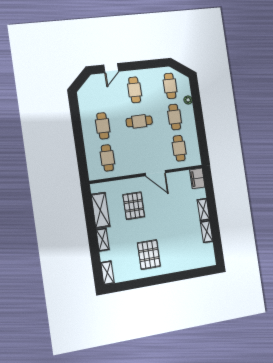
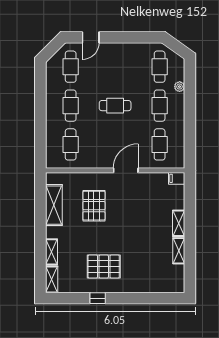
cafe table: (135, 90) -> (71, 67), moved
door: (155, 173) -> (126, 170), swing flipped
filing cabinet: (197, 178) -> (177, 178), width x0.50
shelving: (103, 240) -> (51, 252), moved
pallet: (149, 255) -> (104, 266), turned 90
window: (148, 282) -> (98, 298), added

